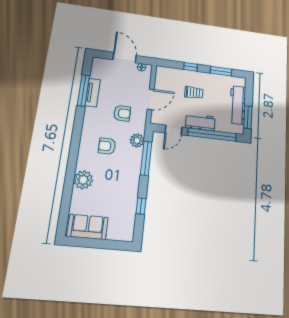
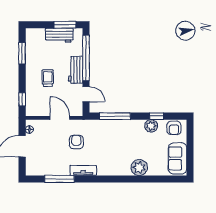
window: (191, 67) -> (22, 99), moved
tv unit: (93, 93) -> (83, 170), moved
workbench: (238, 105) -> (59, 35), width x0.73
plant: (137, 140) -> (151, 126), moved
armchair: (107, 146) -> (174, 128), moved

